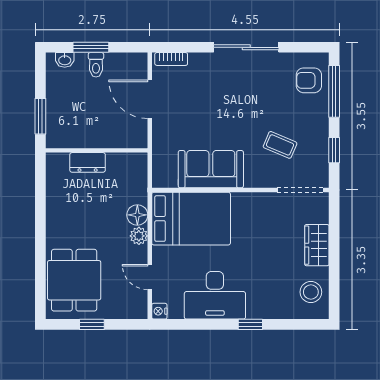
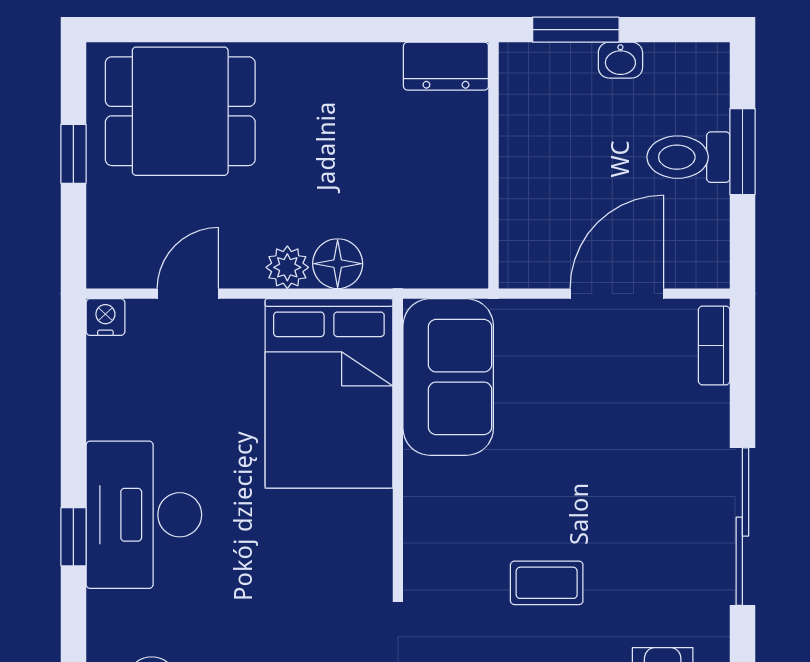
washbasin: (65, 60) -> (620, 60), moved, turned -90
toilet: (96, 65) -> (688, 157), width x1.37, depth x1.39
coffee table: (280, 145) -> (547, 583), moved, turned 67
dresser: (88, 162) -> (446, 66), moved, turned -90
sofa: (211, 169) -> (448, 377), moved
desk: (215, 295) -> (144, 515), moved

